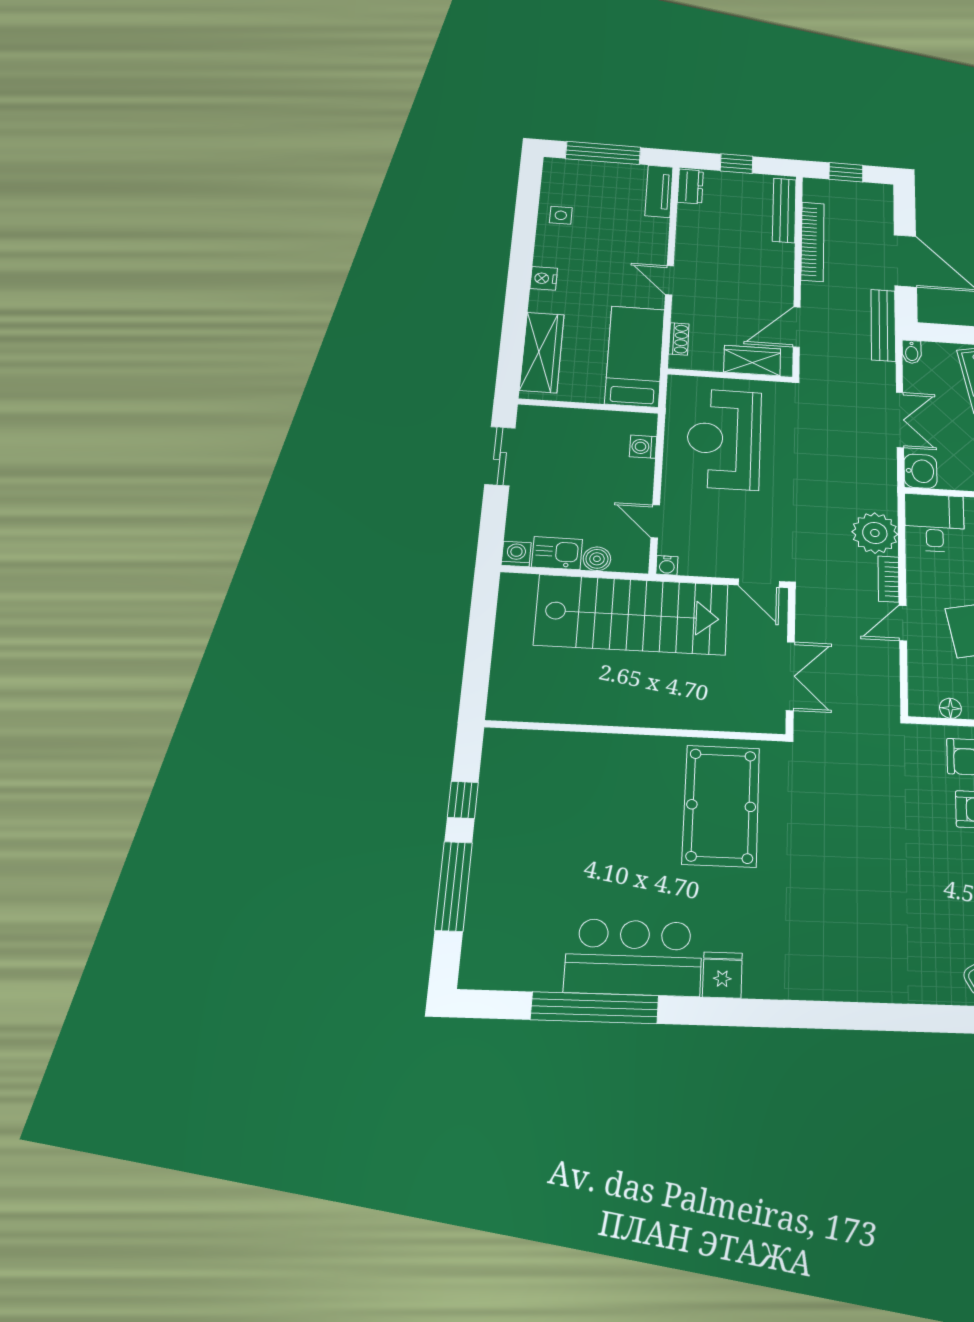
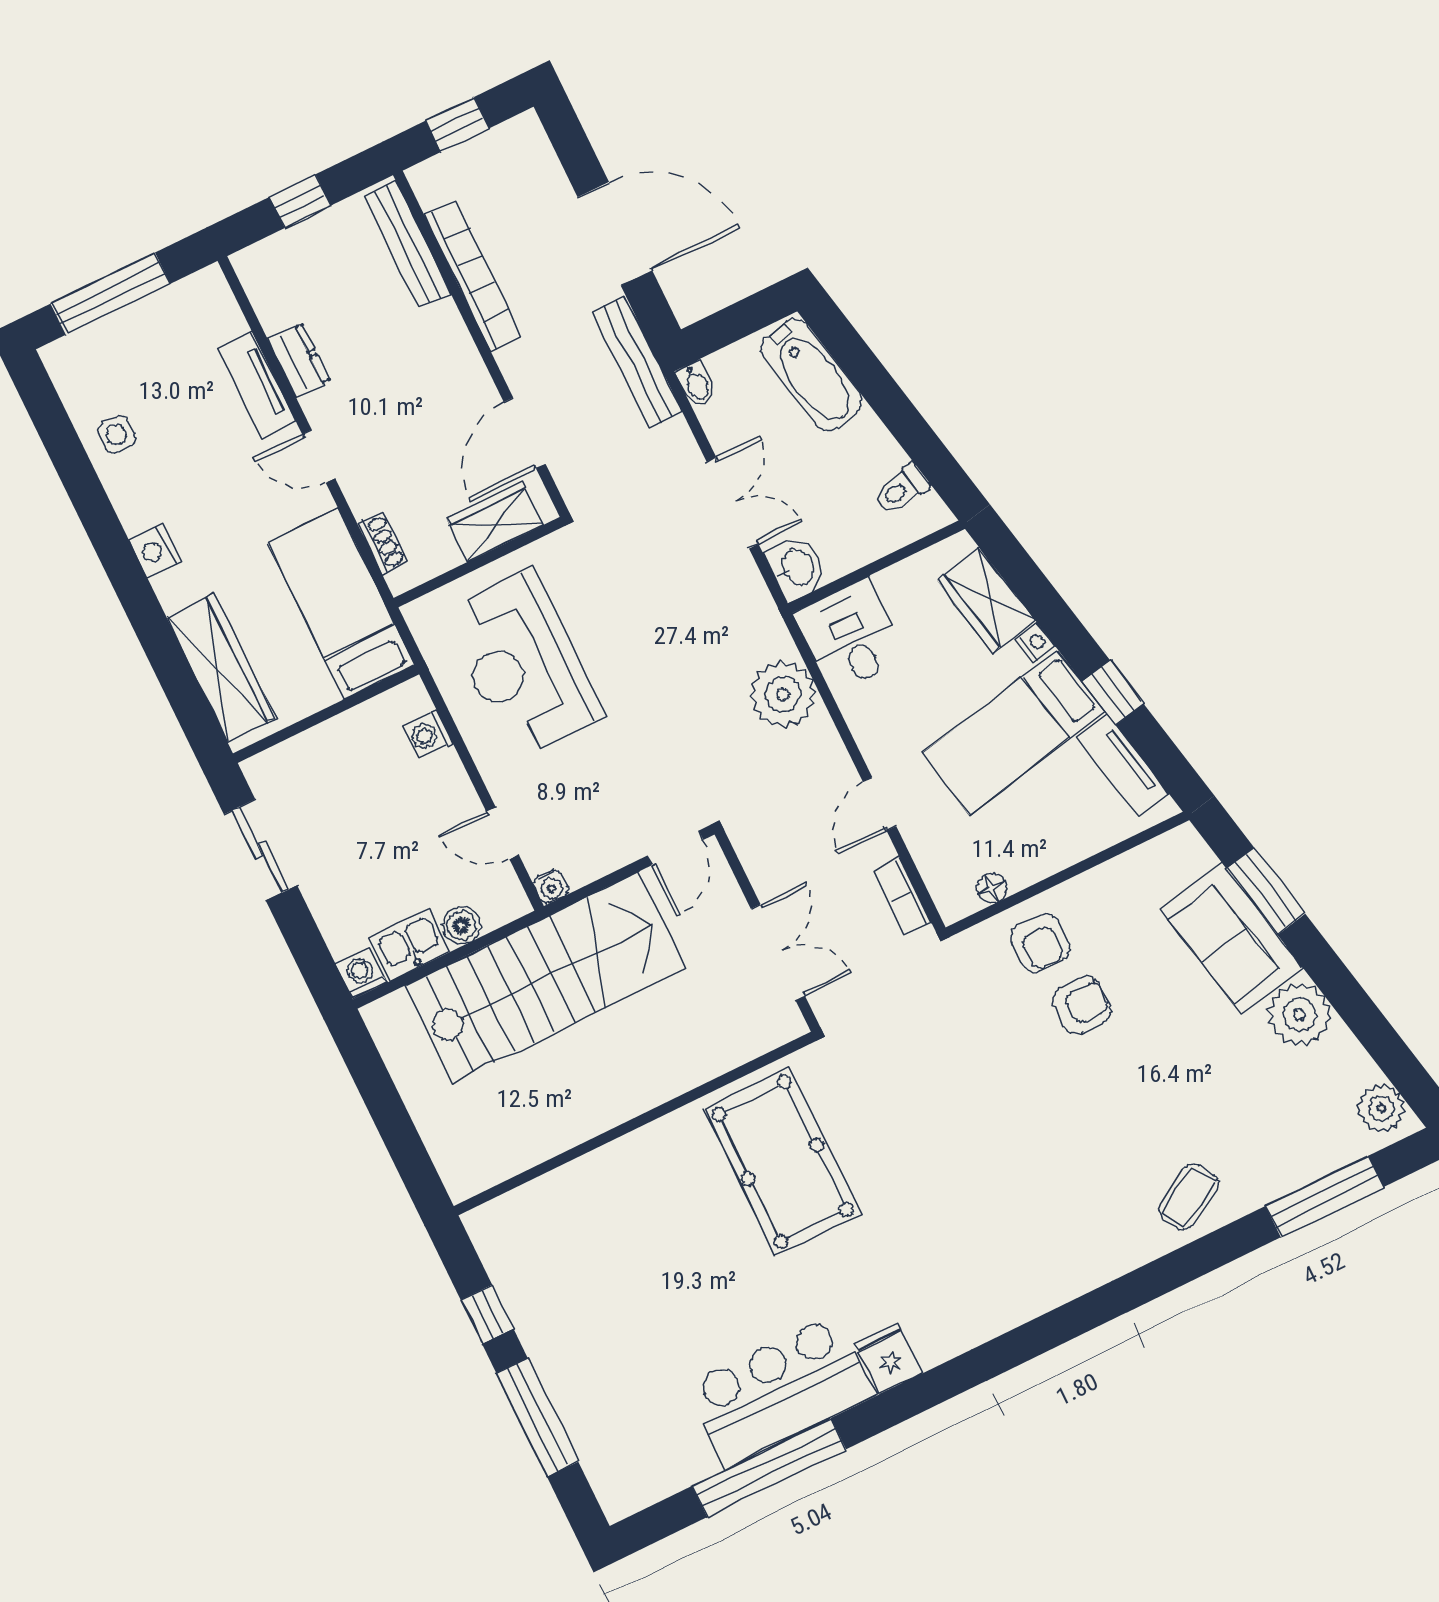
dresser: (690, 187) -> (299, 360), moved
tv unit: (659, 191) -> (257, 385), moved
bookcase: (889, 579) -> (903, 896), moved
door: (759, 583) -> (675, 848), hinge flipped

